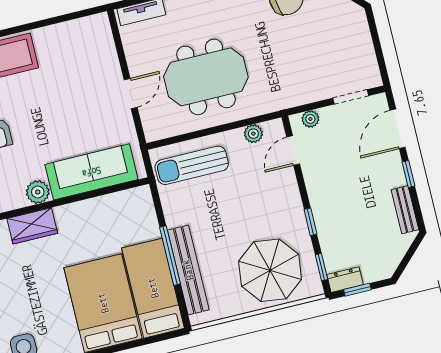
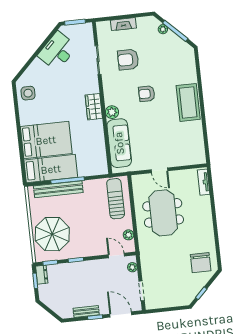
bench: (405, 210) -> (86, 311), moved

